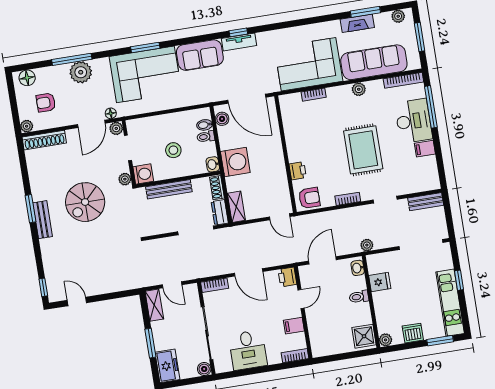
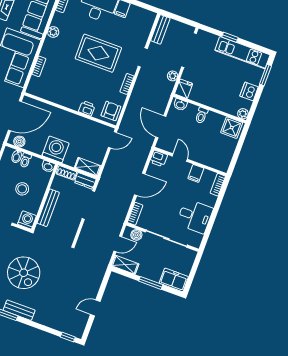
plant: (125, 179) -> (23, 235), removed
plant: (367, 245) -> (173, 76), moved
fridge: (380, 282) -> (184, 89), moved
door: (77, 301) -> (95, 308), moved
boiler: (204, 369) -> (136, 235), moved

